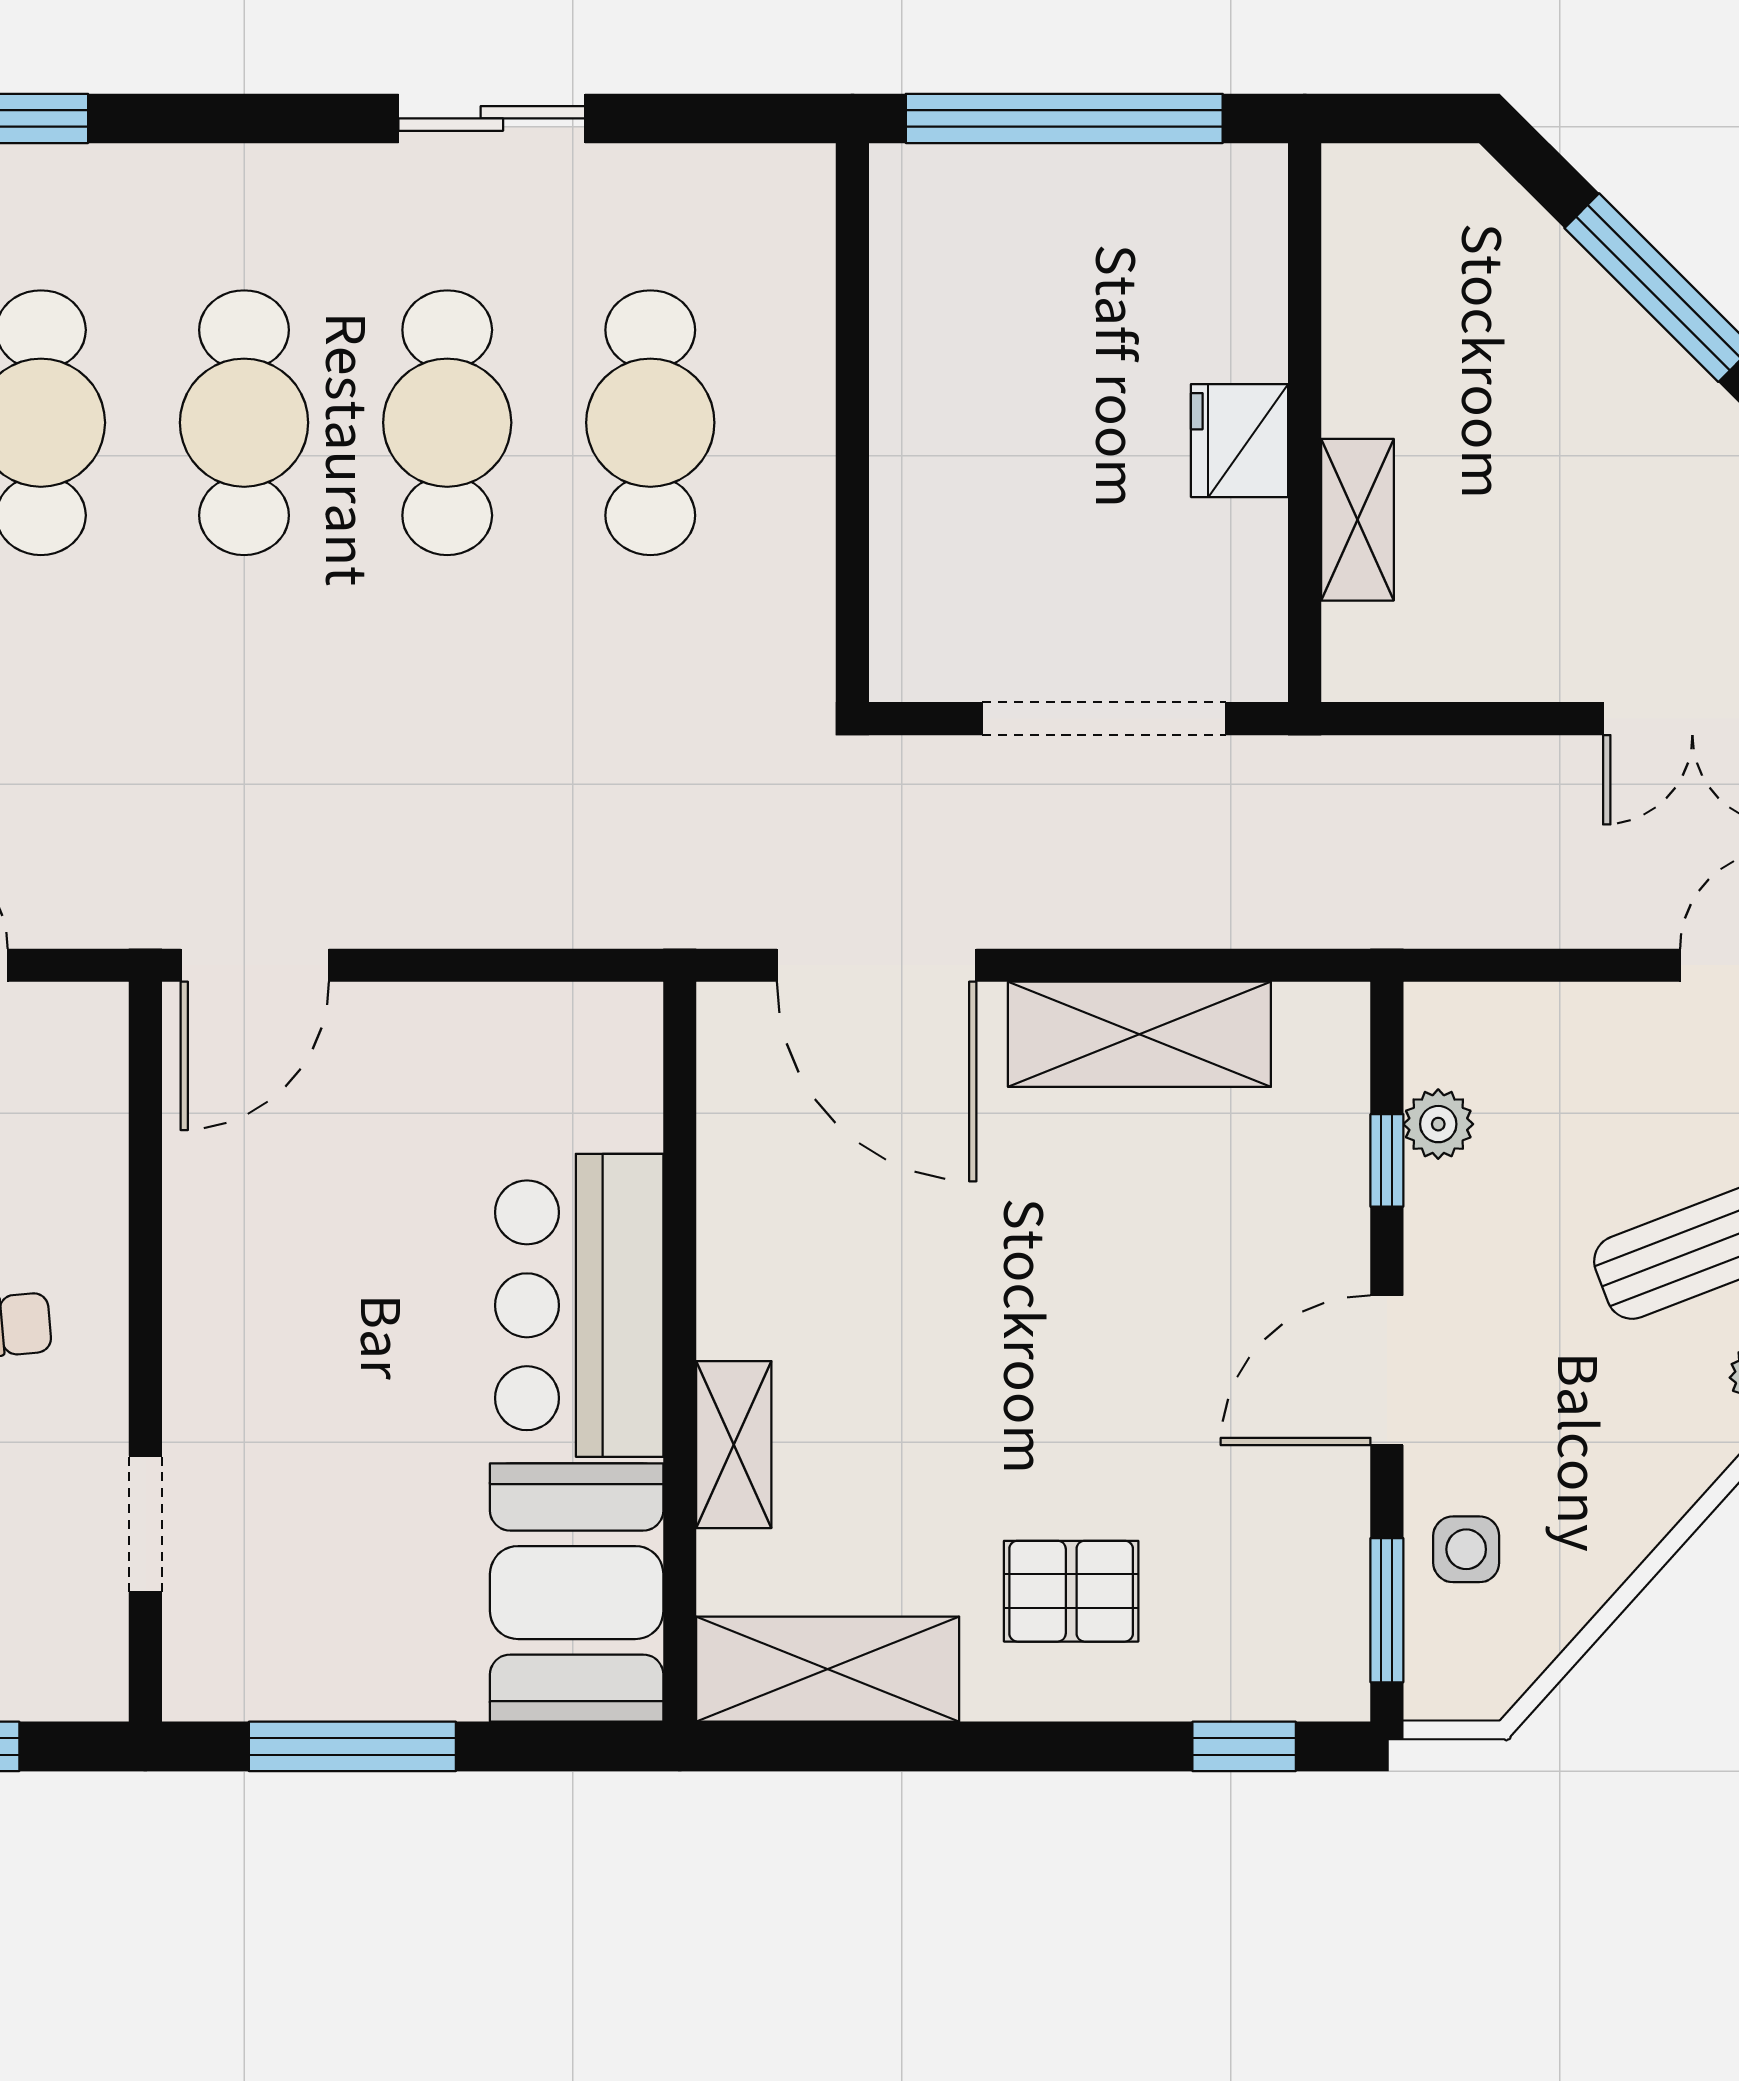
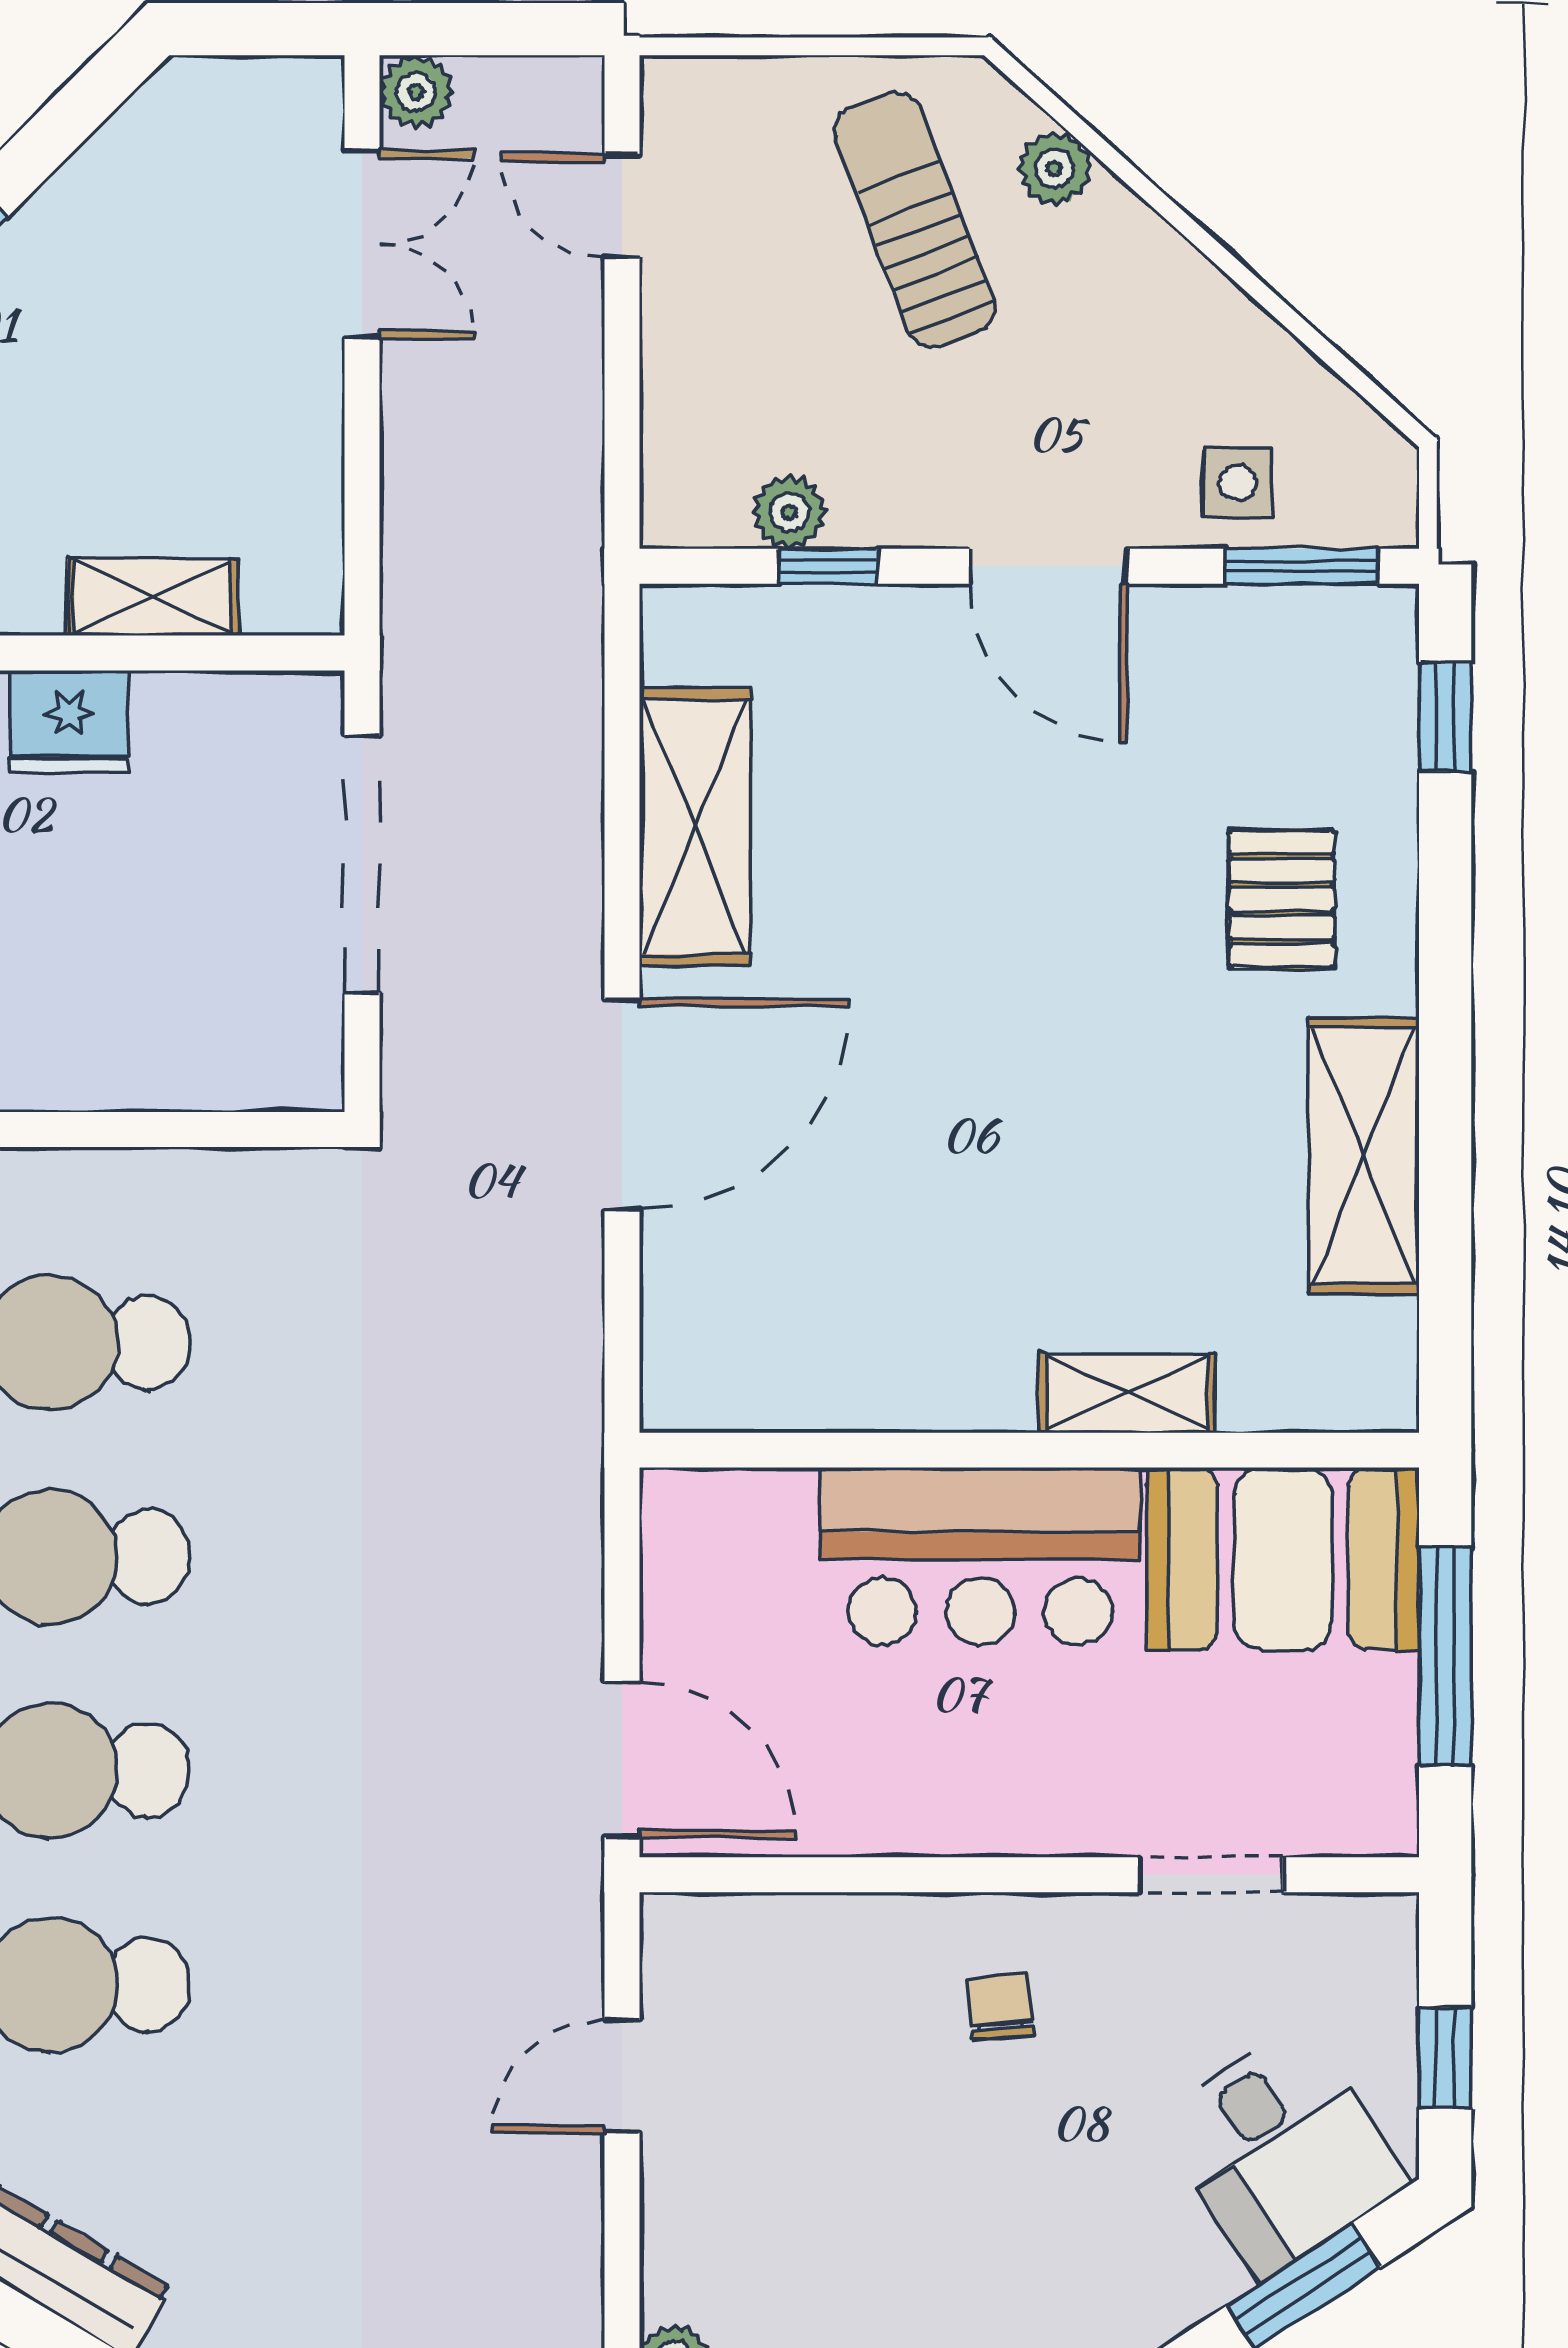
bar counter: (579, 1305) -> (980, 1556), moved
wall: (680, 1352) -> (1029, 1450), moved
shelving: (734, 1445) -> (1127, 1393), moved
booth: (577, 1593) -> (1283, 1559), moved

